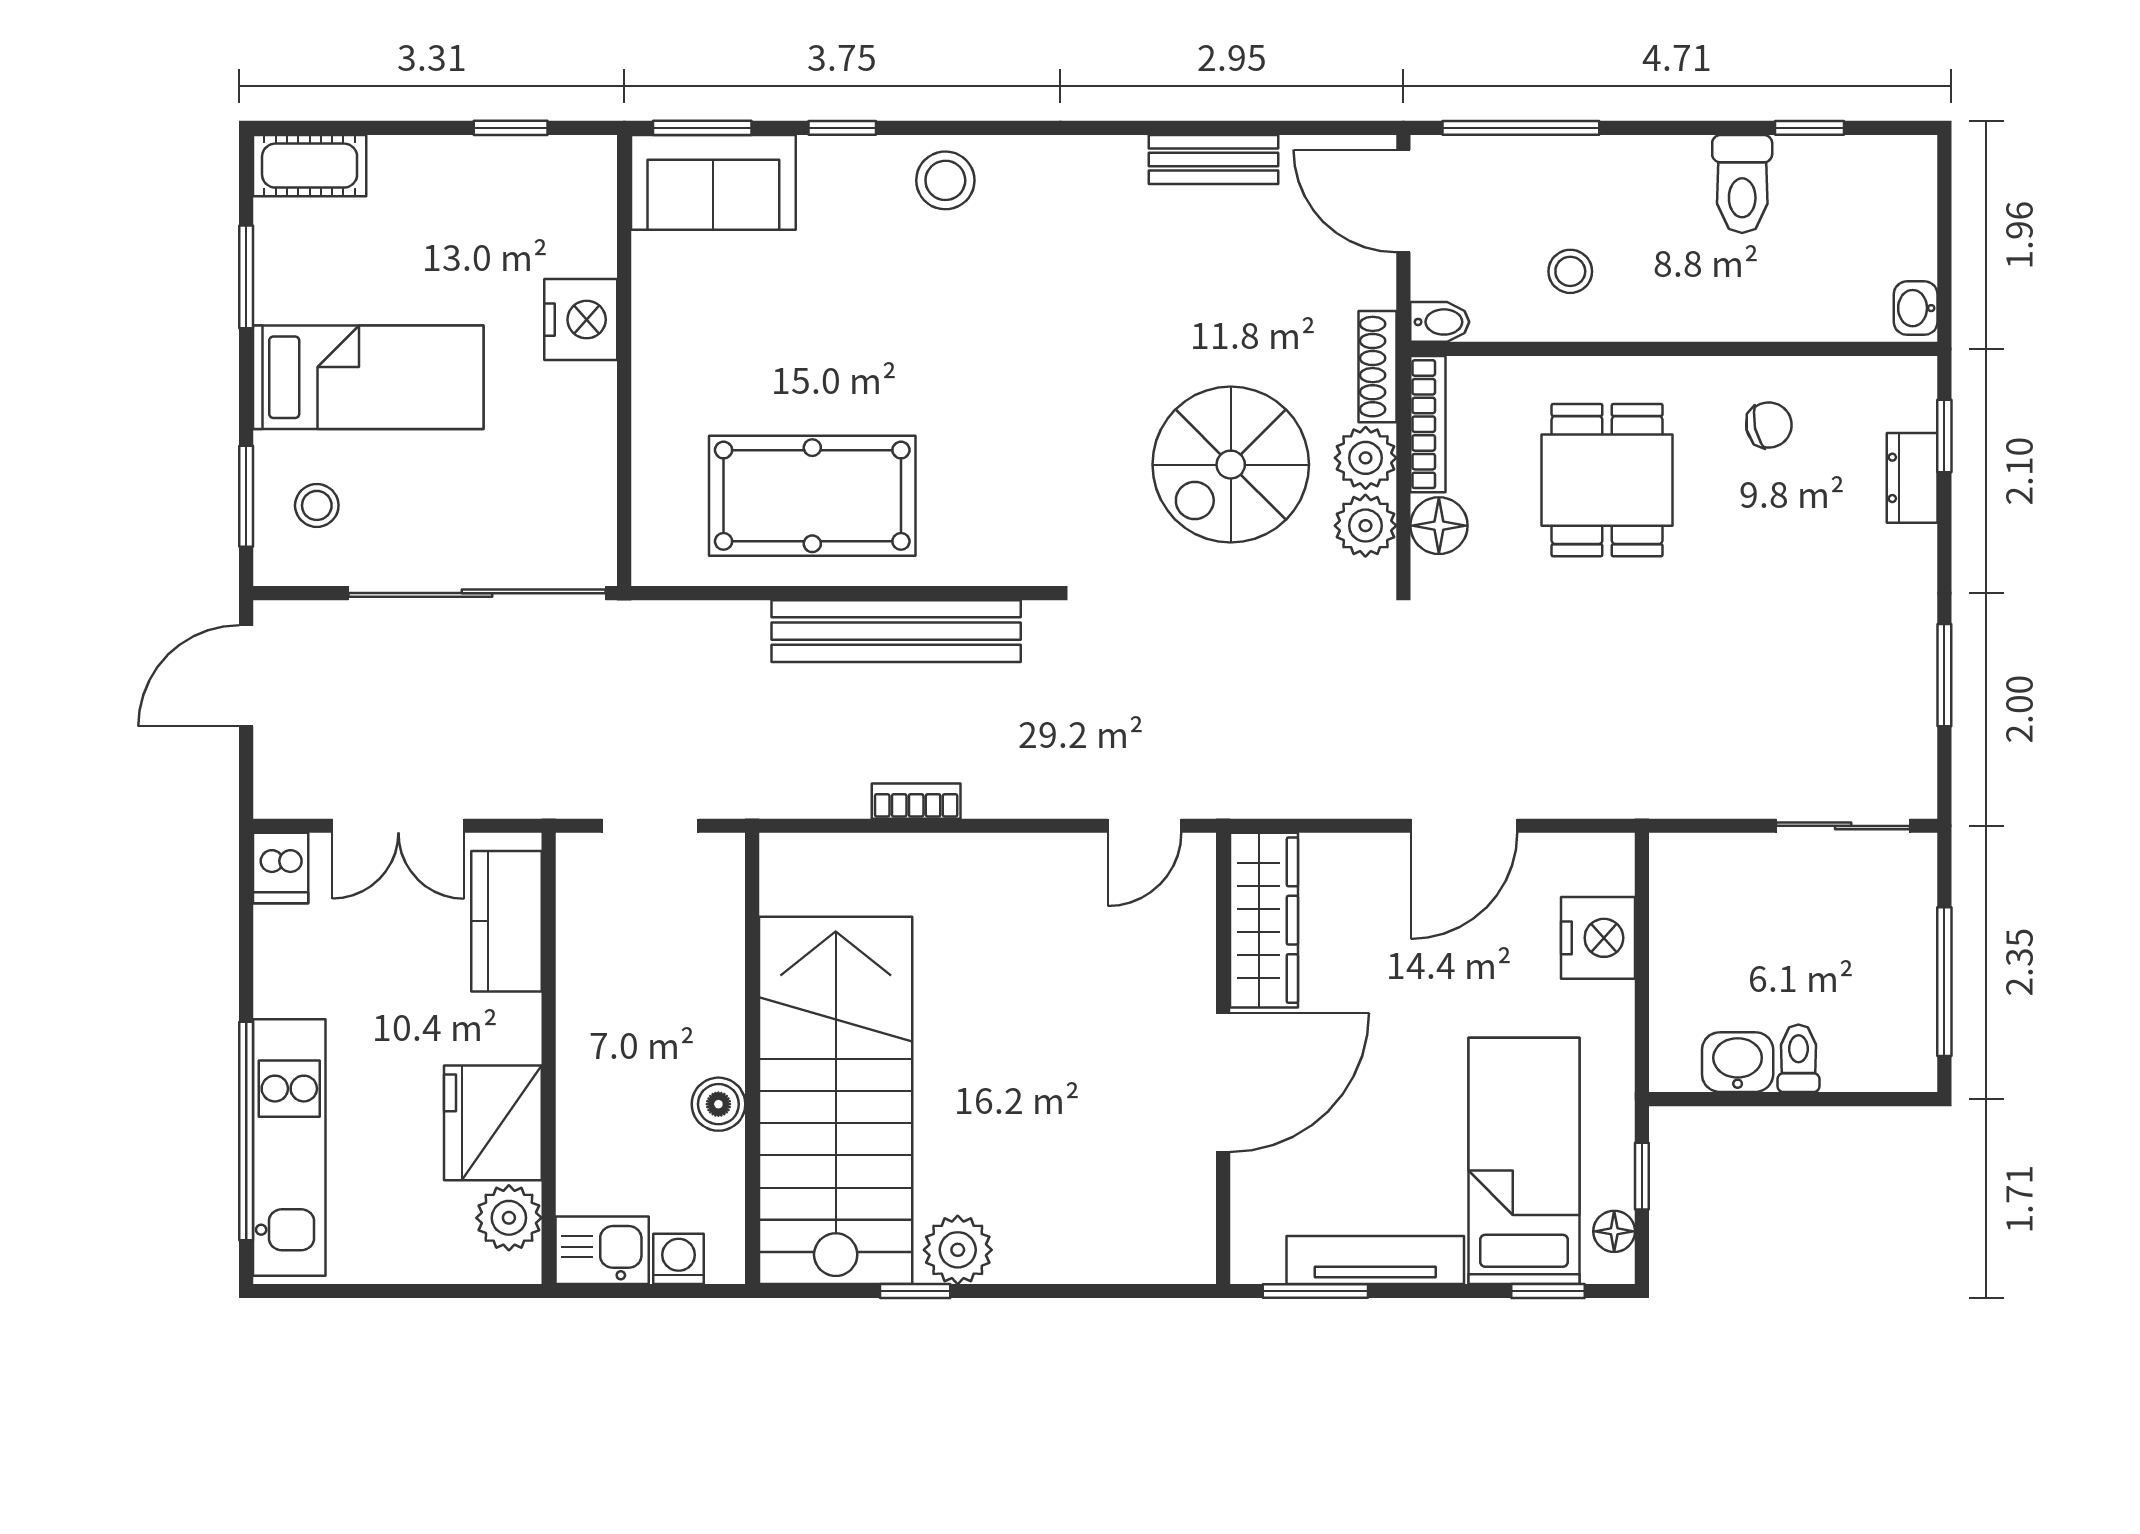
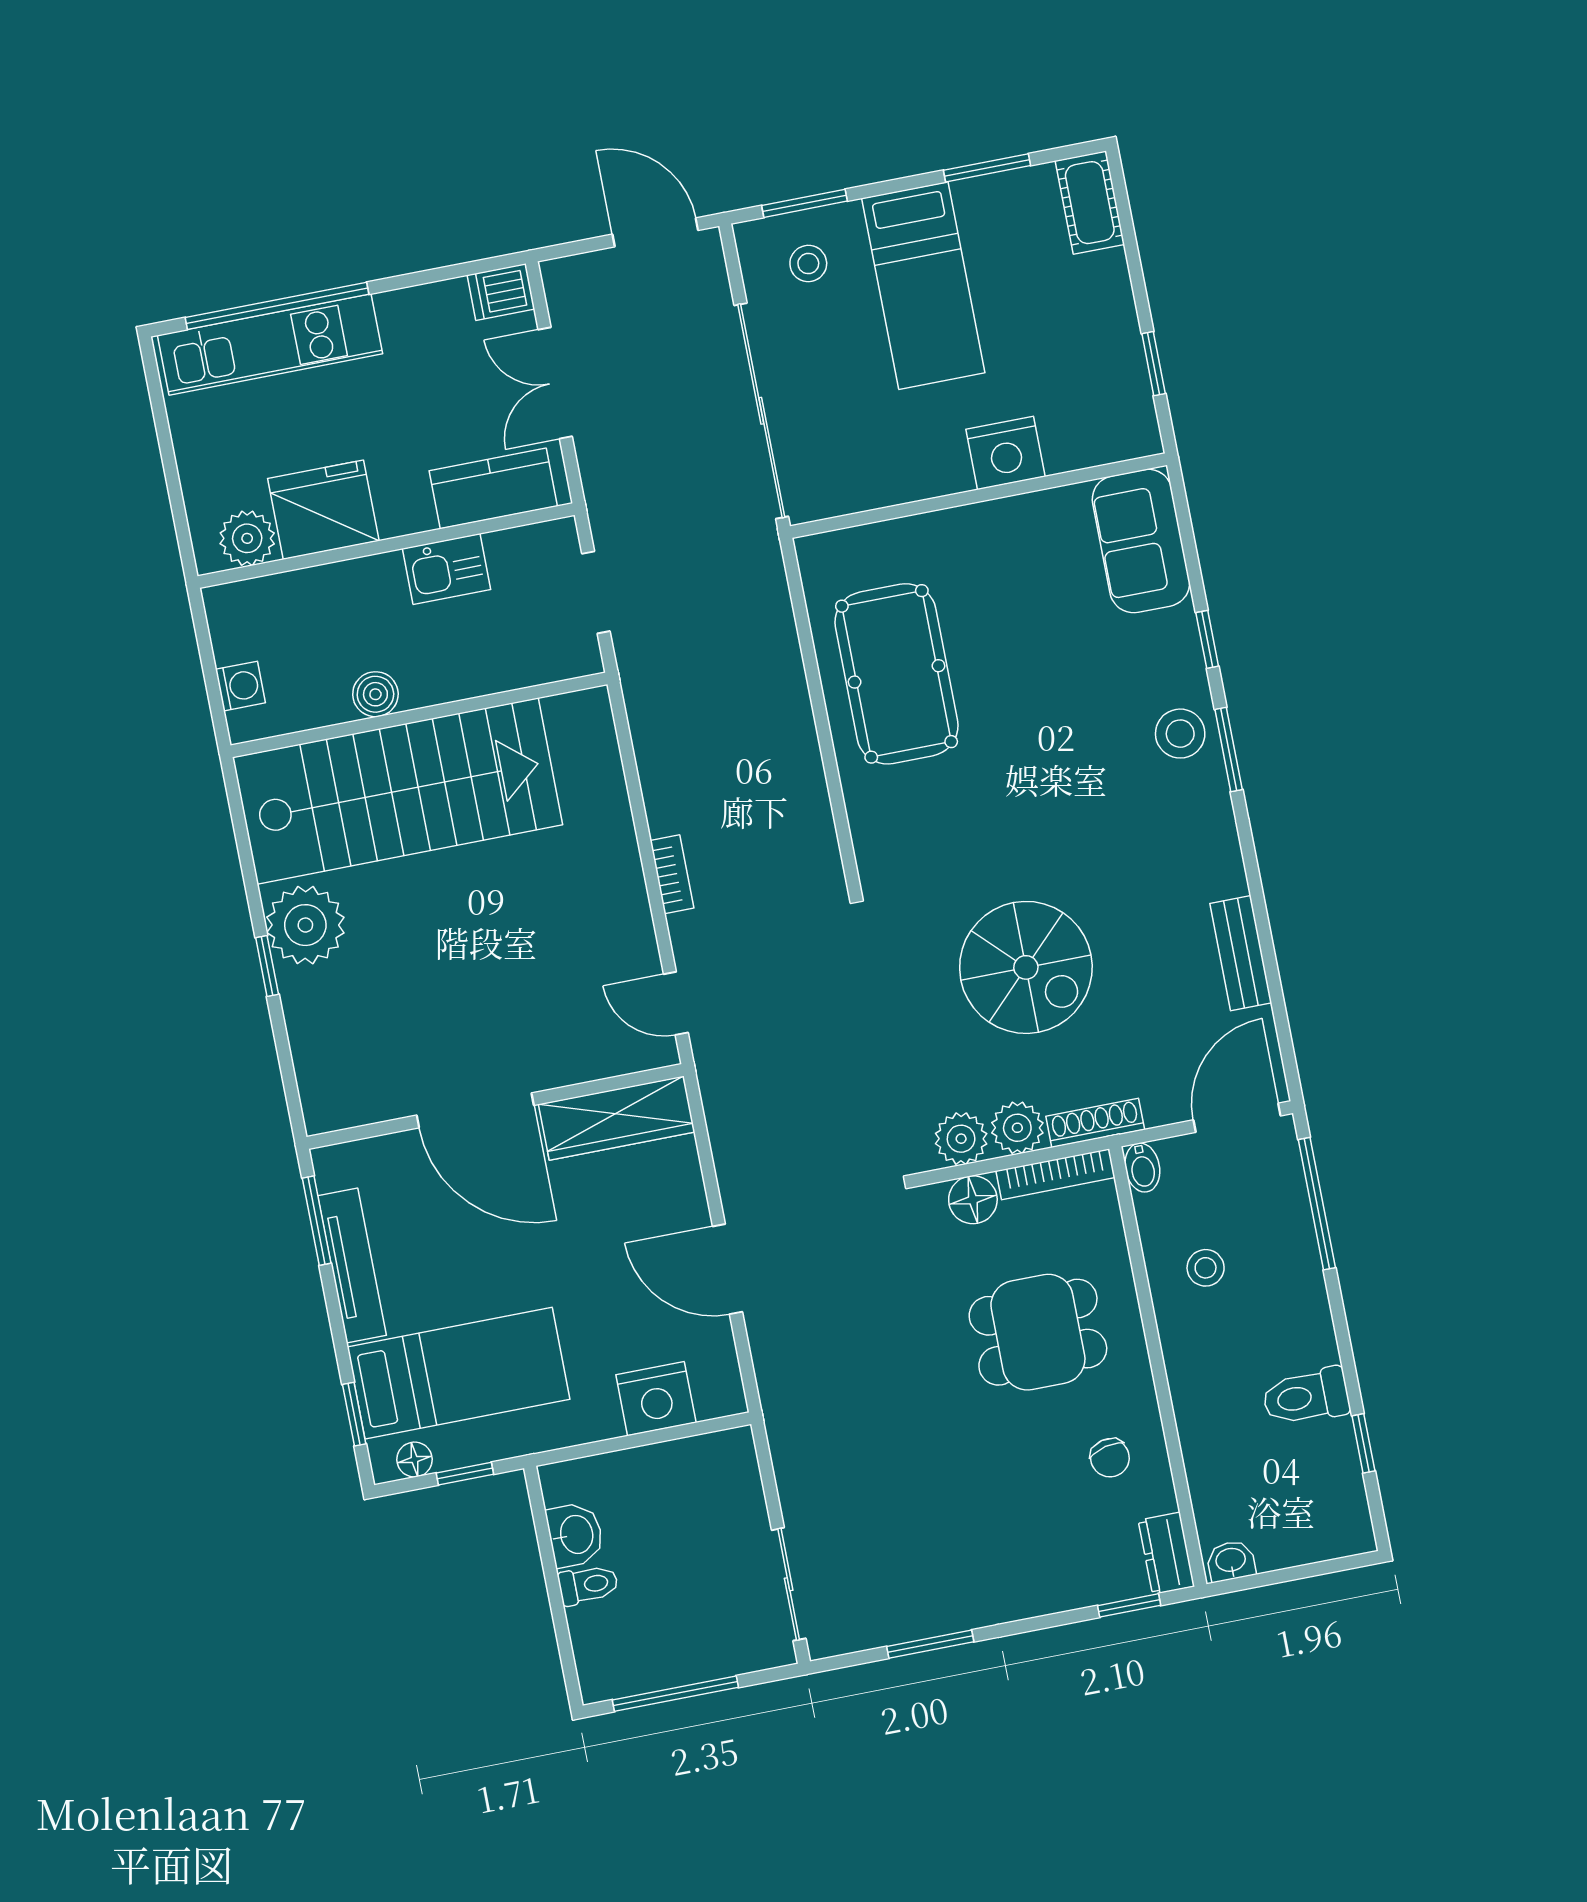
window: (702, 128) -> (1229, 750), moved
spiral stairs: (1231, 465) -> (1026, 967), moved, turned 180
dresser: (1912, 478) -> (1166, 1553), moved, turned -90
bench: (896, 631) -> (797, 765), removed
bookcase: (916, 801) -> (672, 874), moved
kitchen sink: (602, 1250) -> (446, 569), moved, turned 90
plant: (958, 1250) -> (305, 925), width x1.36, depth x1.36
window: (915, 1291) -> (267, 966), moved

